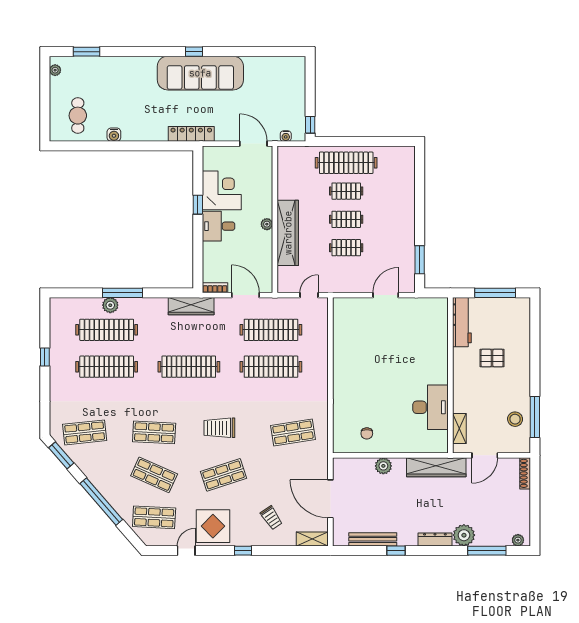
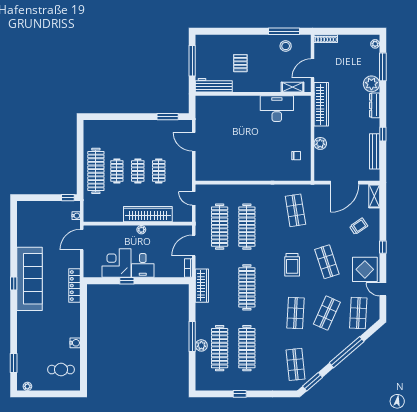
door: (485, 455) -> (312, 68), swing flipped

